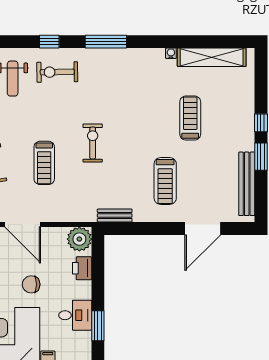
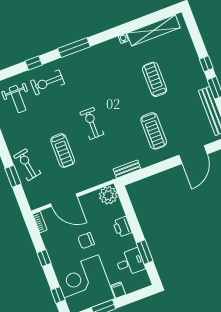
printer: (82, 268) -> (122, 227), moved
desk: (75, 315) -> (130, 262), moved

